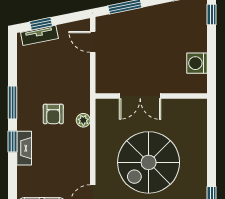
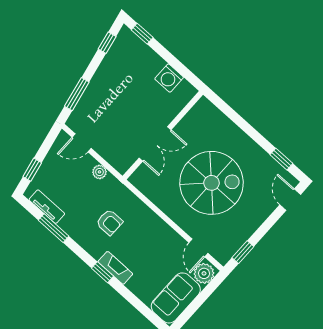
tv unit: (39, 35) -> (47, 207), moved, turned -79
window: (12, 102) -> (54, 228), moved
plant: (83, 120) -> (99, 172), moved
spiral stairs: (149, 162) -> (212, 183), turned -90

